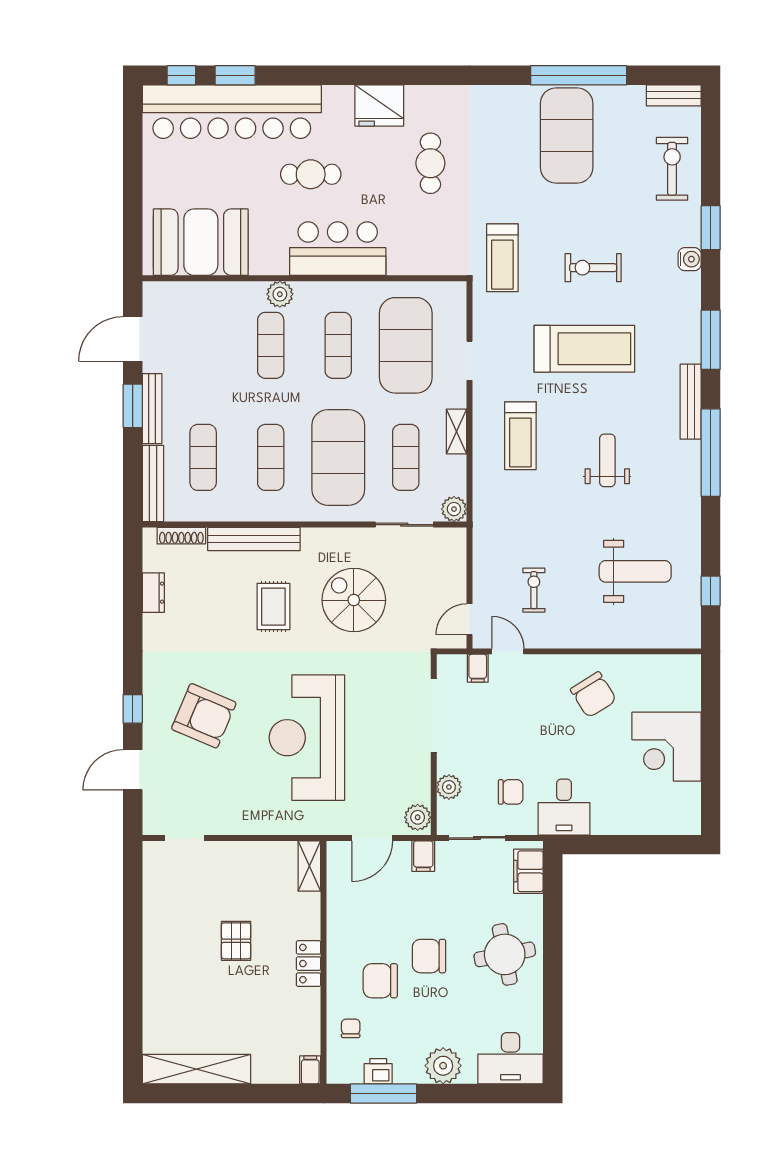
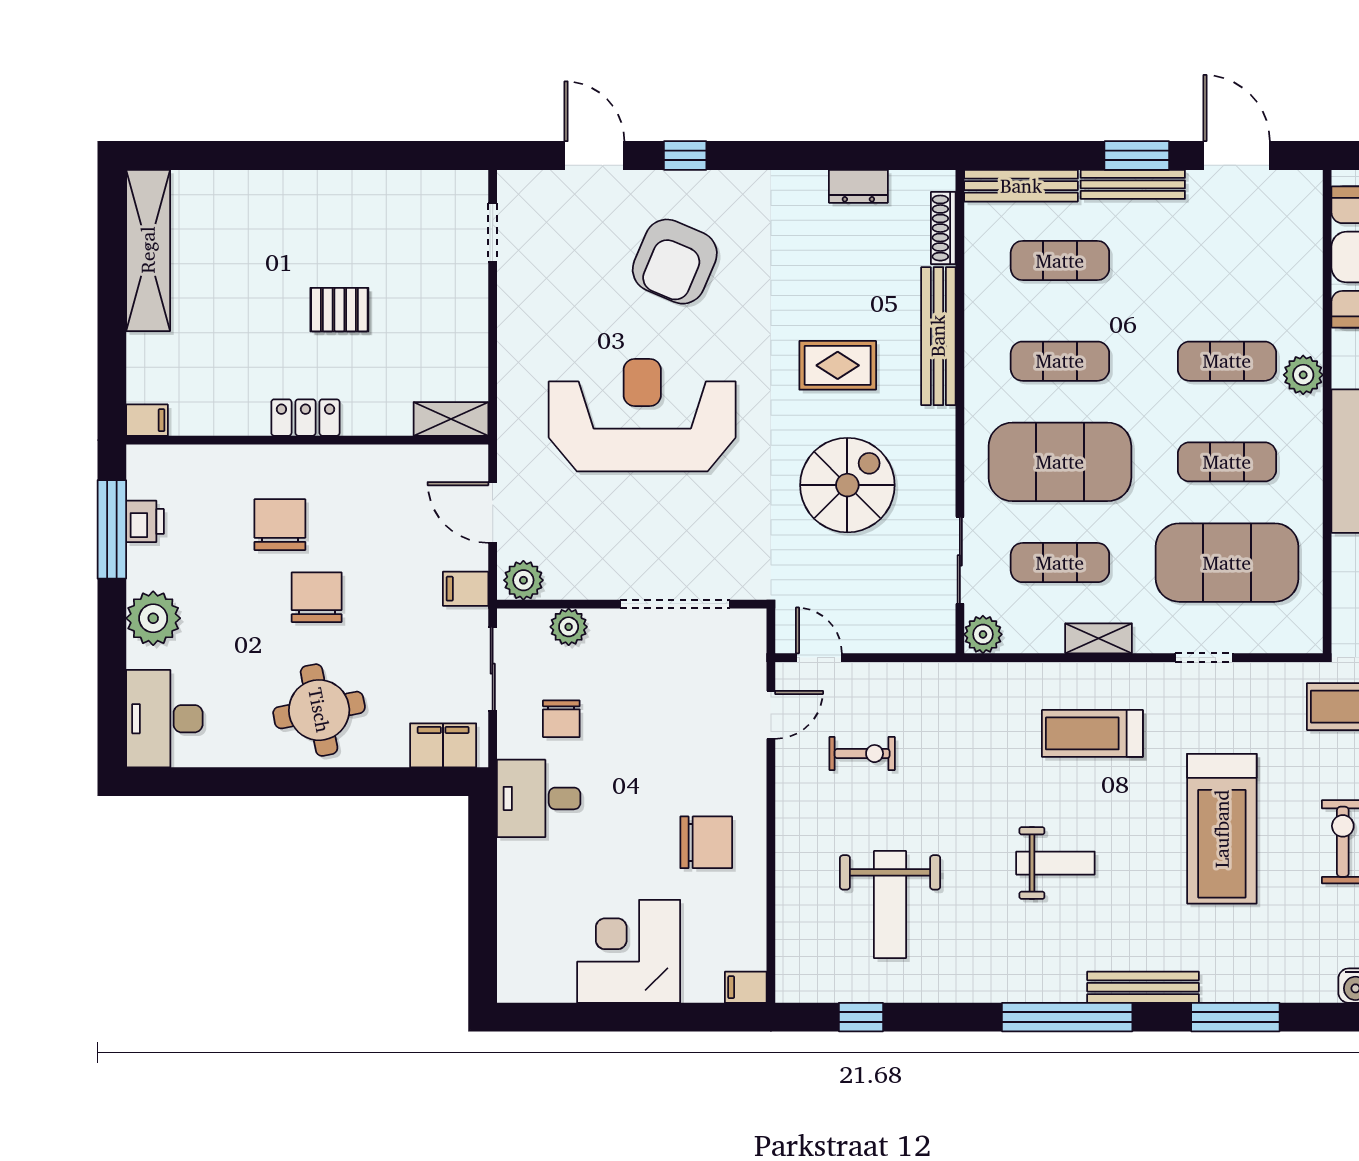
filing cabinet: (478, 668) -> (746, 987), moved
chair: (593, 695) -> (706, 842), turned -148
chair: (351, 1028) -> (209, 480), removed

